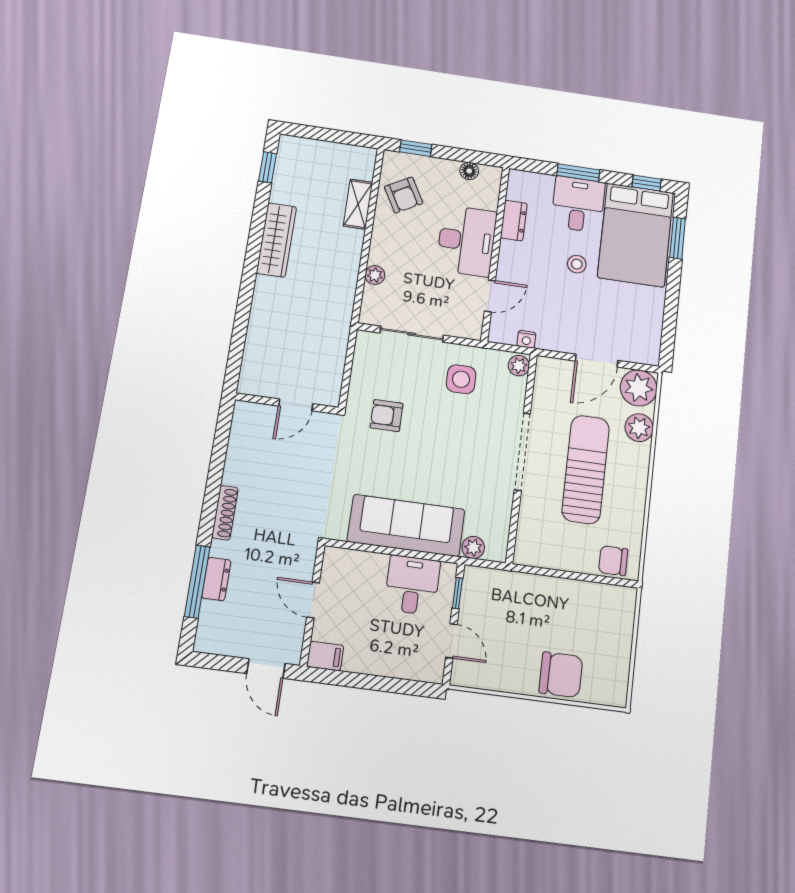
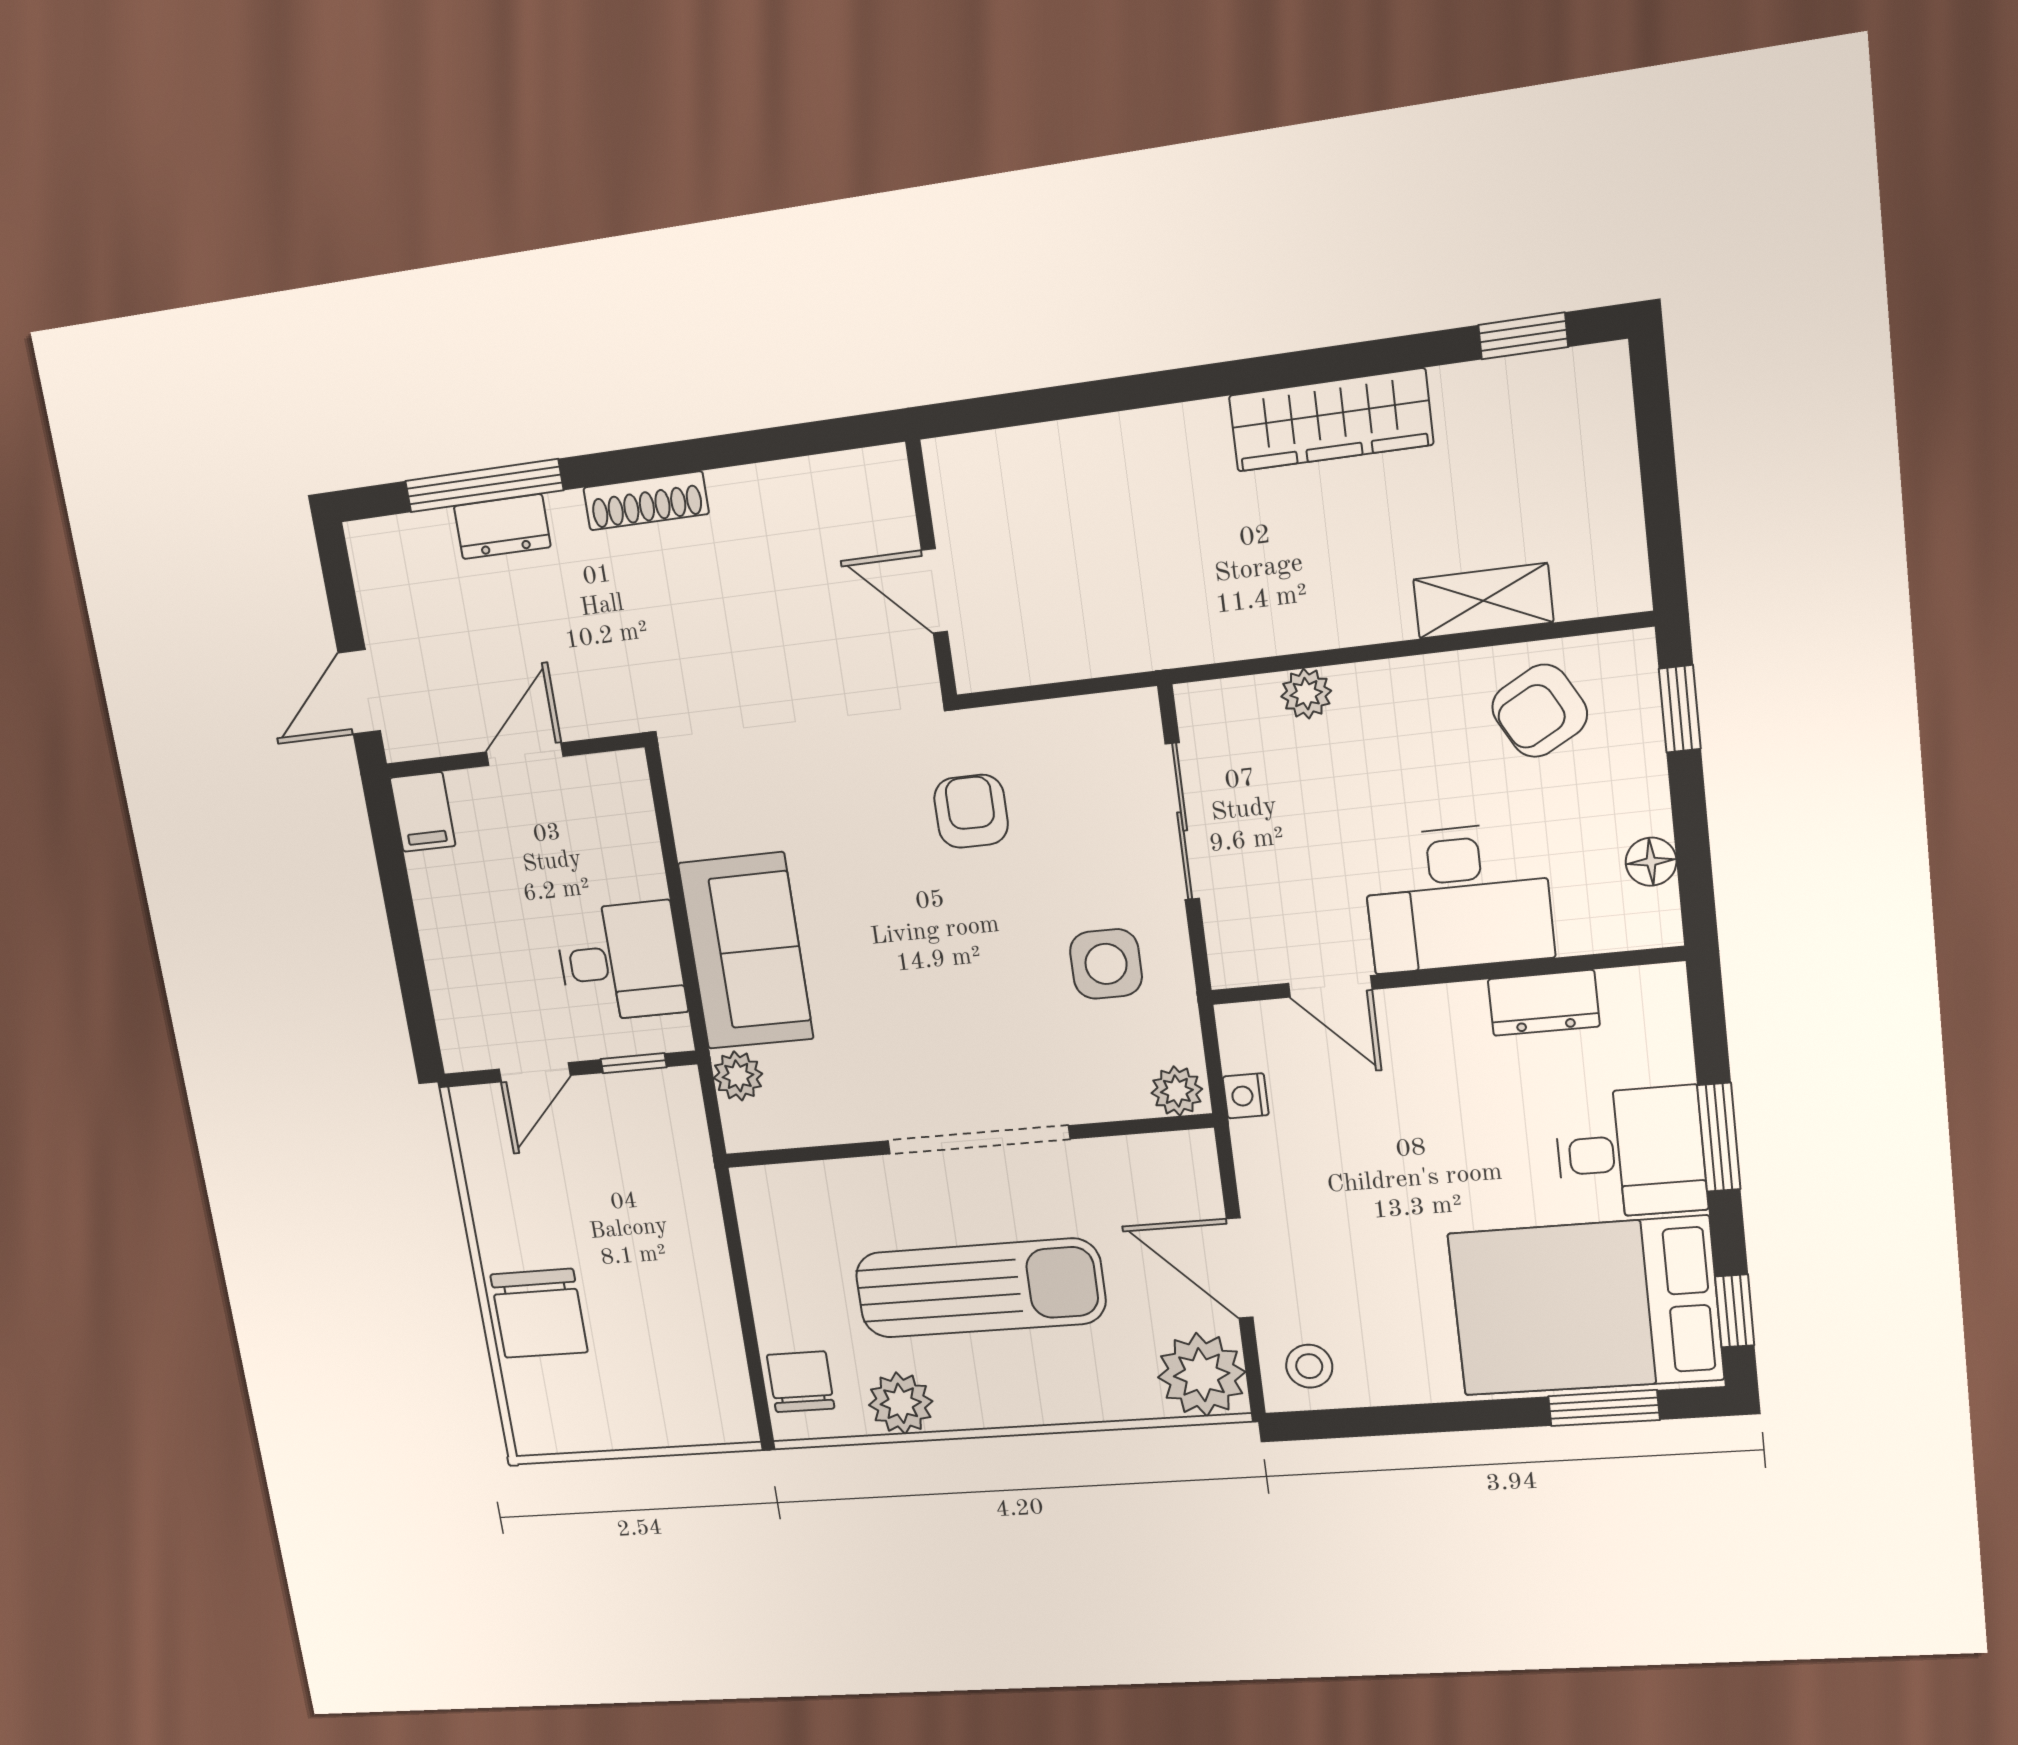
stool: (577, 264) -> (1309, 1366), moved
plant: (639, 428) -> (901, 1403), moved
sofa: (406, 525) -> (746, 951), width x0.73

